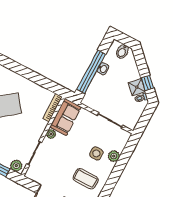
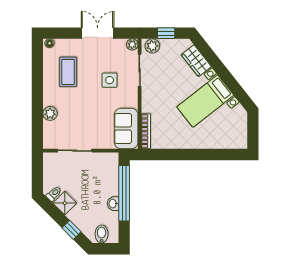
window: (147, 83) -> (72, 230), moved
plant: (51, 134) -> (132, 44), moved
side table: (96, 153) -> (110, 80), moved
coffee table: (86, 179) -> (68, 72), turned 90

